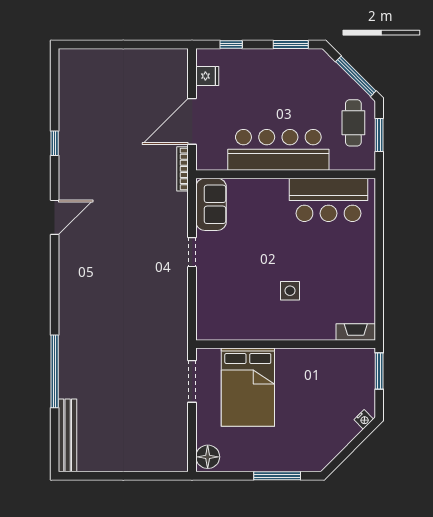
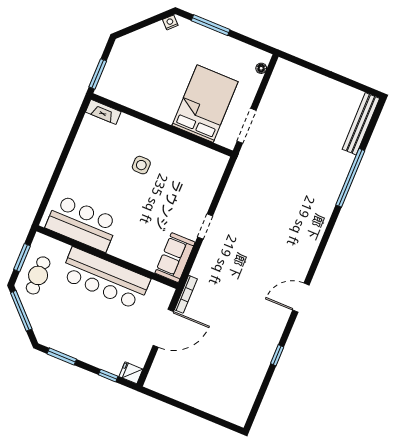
fridge: (207, 76) -> (131, 373), moved
nightstand: (364, 419) -> (170, 22), moved
floor lamp: (208, 457) -> (261, 68), width x0.53, depth x0.53

